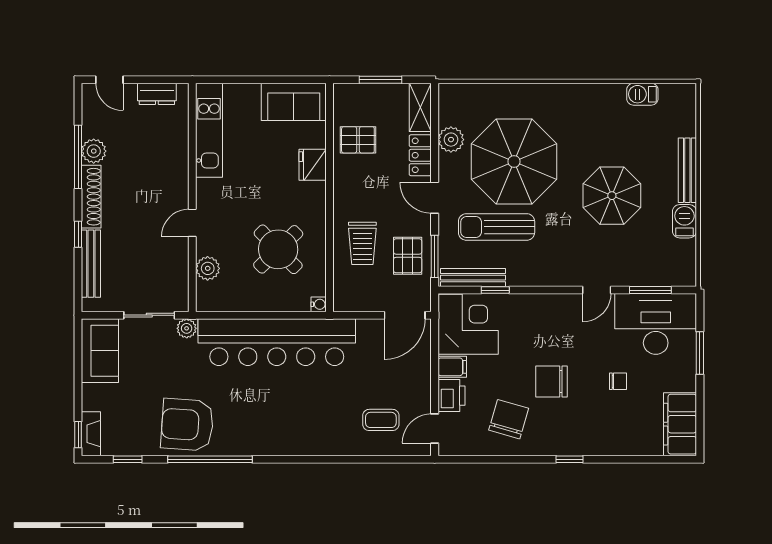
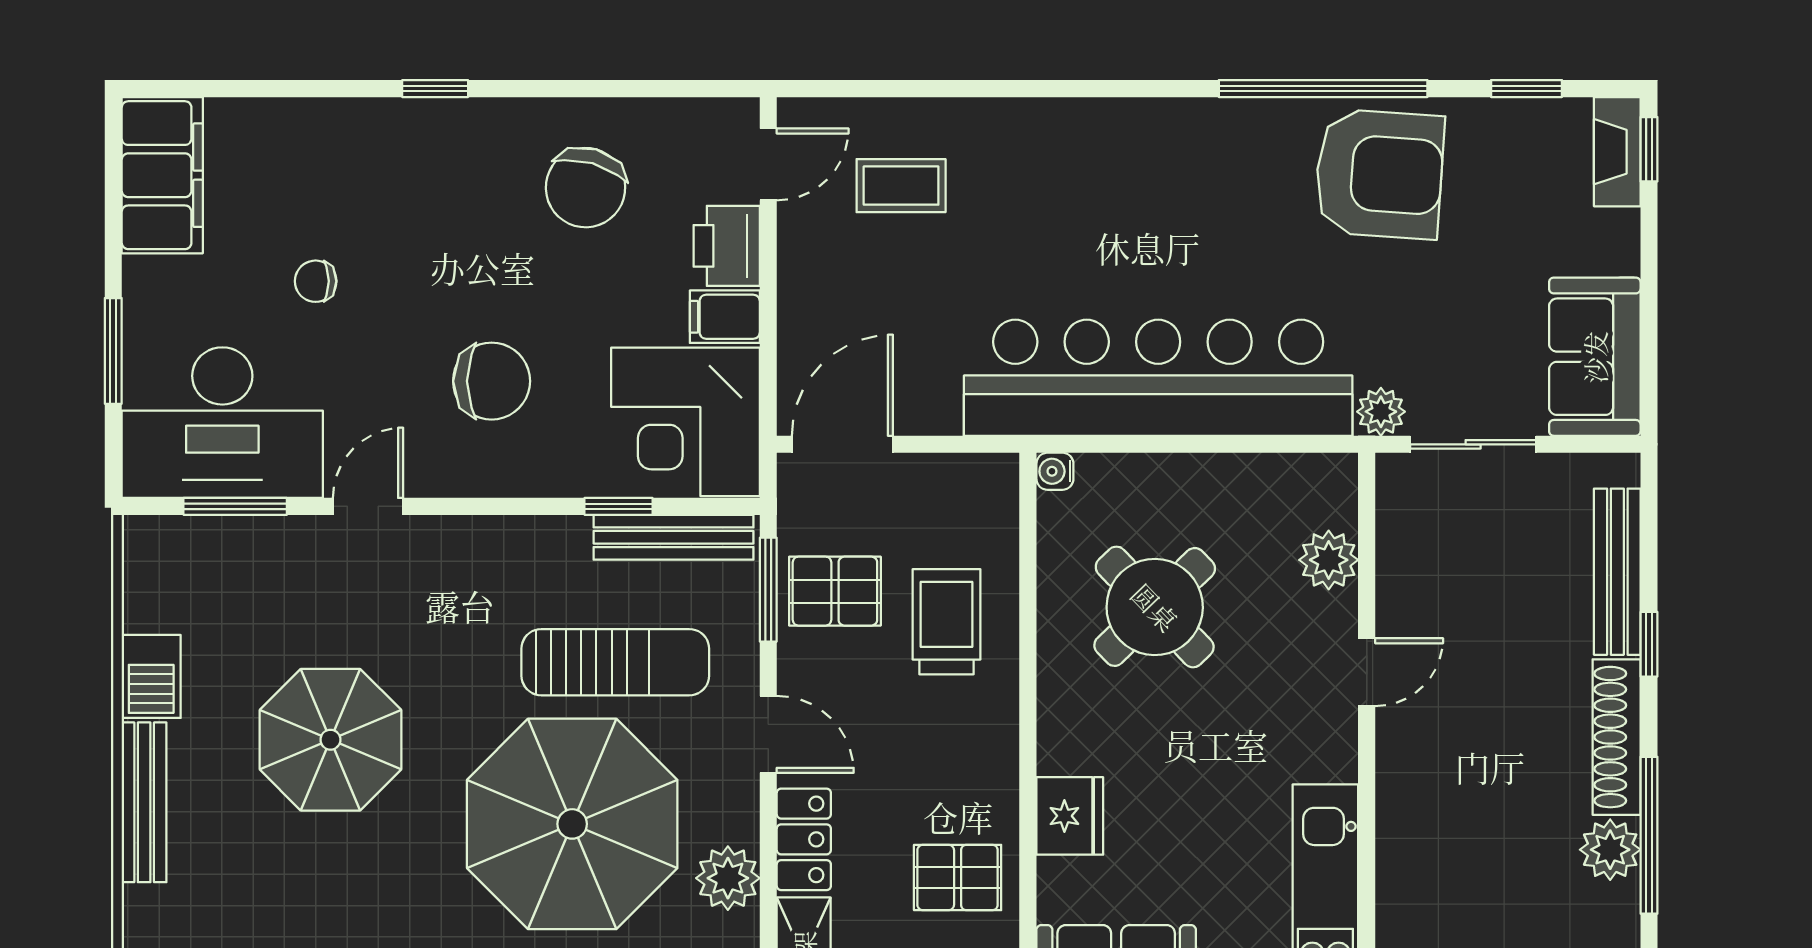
pallet: (408, 256) -> (835, 591), turned 90
chair: (552, 381) -> (492, 381), moved

